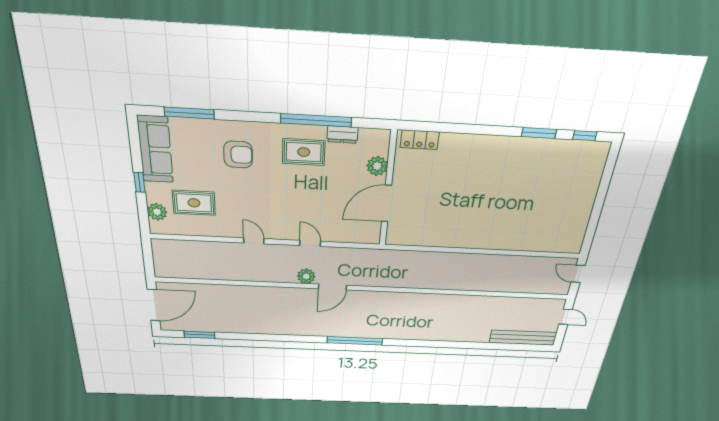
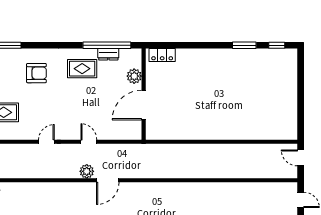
window: (316, 120) -> (107, 45), moved
door: (254, 241) -> (46, 142), hinge flipped

